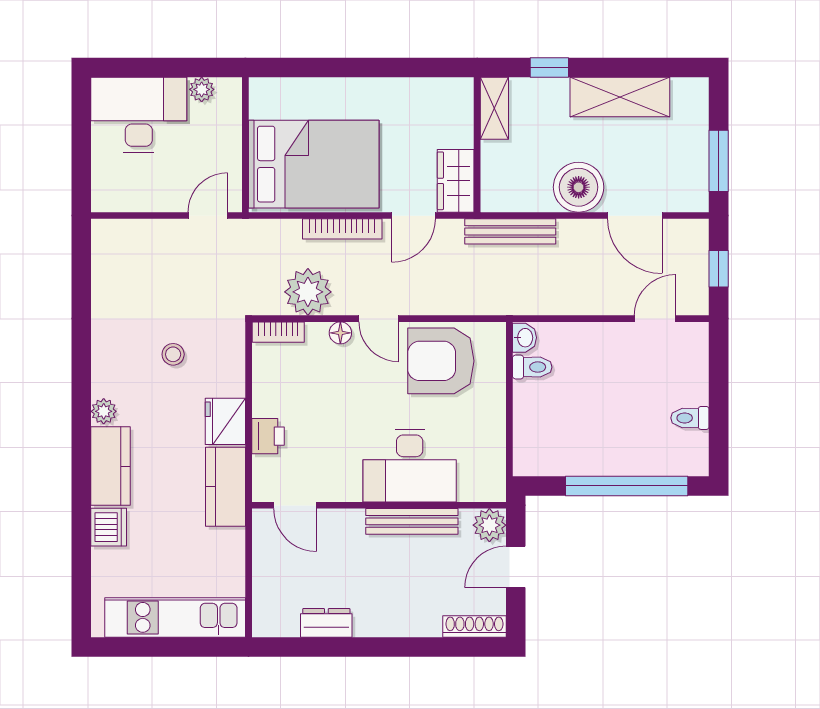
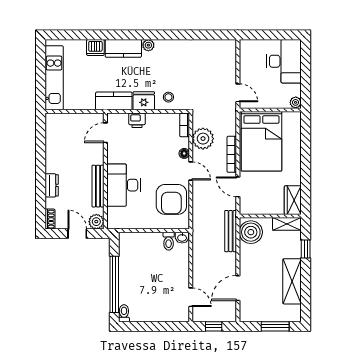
plant: (202, 89) -> (296, 102), moved
window: (719, 161) -> (275, 326), moved
wardrobe: (456, 181) -> (293, 200), moved, turned -90
boiler: (579, 187) -> (251, 232), moved
door: (379, 319) -> (191, 171), swing flipped
stool: (173, 354) -> (168, 97), moved
armchair: (441, 361) -> (171, 199), turned 180
toilet: (690, 418) -> (124, 313), moved
dresser: (326, 623) -> (52, 185), moved
shoe rack: (474, 626) -> (50, 219), width x0.70

